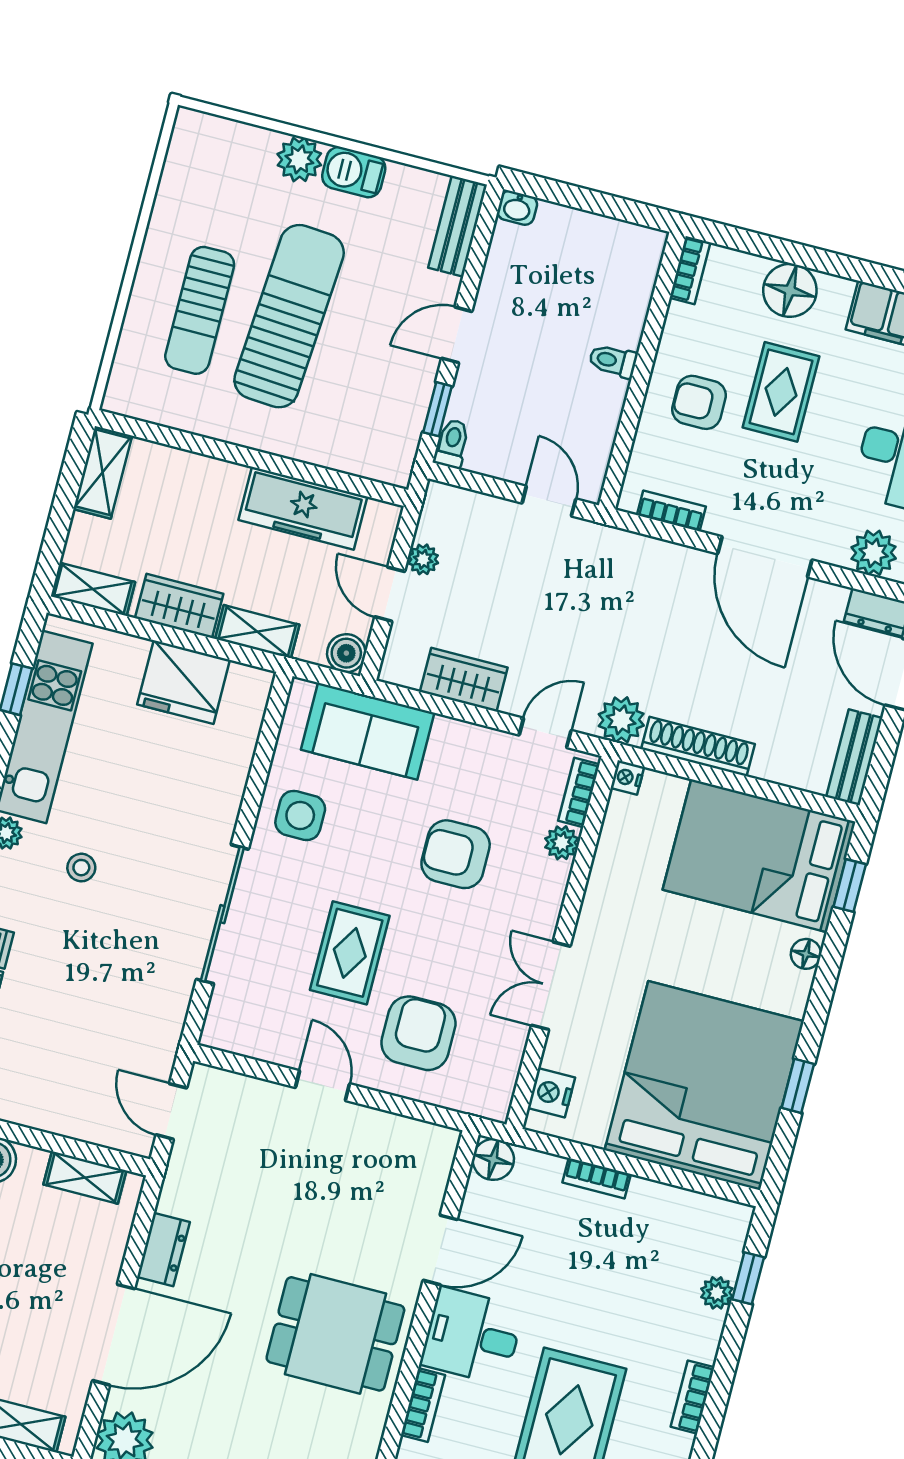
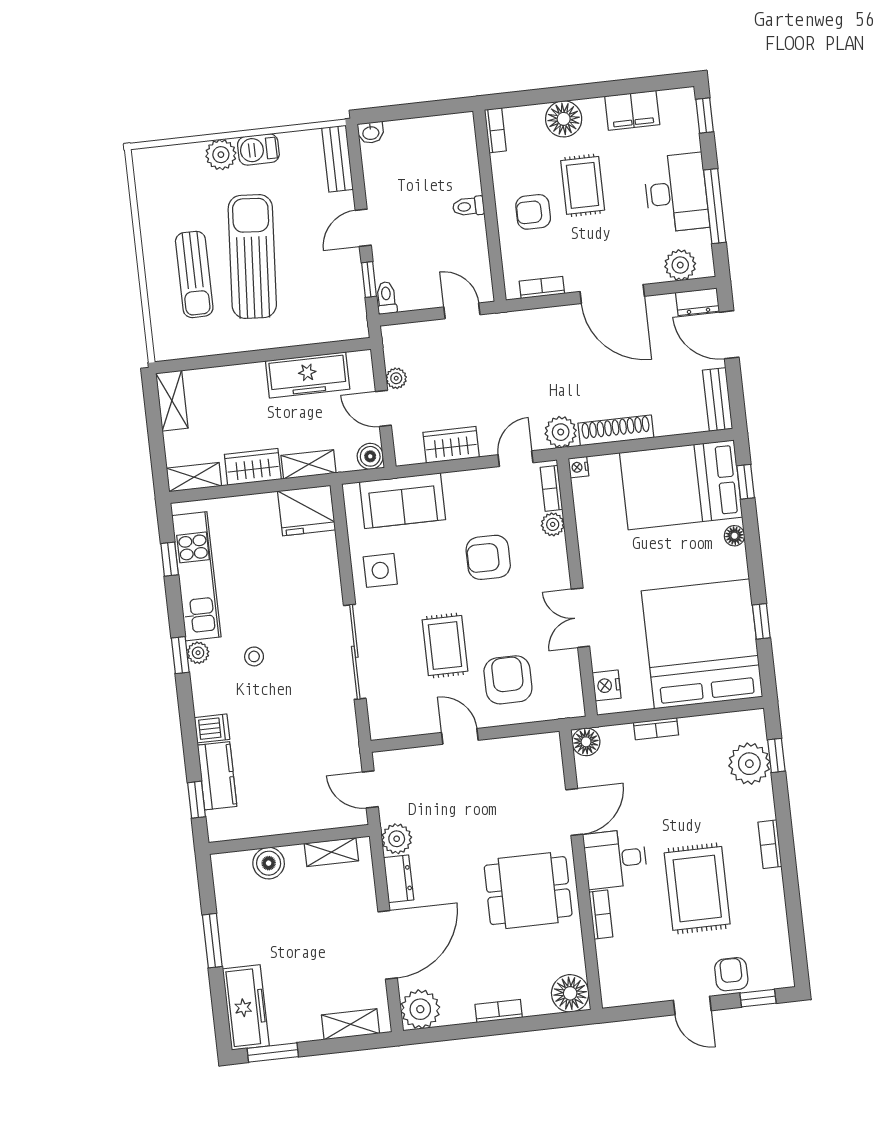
fridge: (184, 682) -> (307, 510), moved
plant: (182, 1193) -> (397, 839), added
plant: (717, 1293) -> (749, 764), width x1.87, depth x1.87

